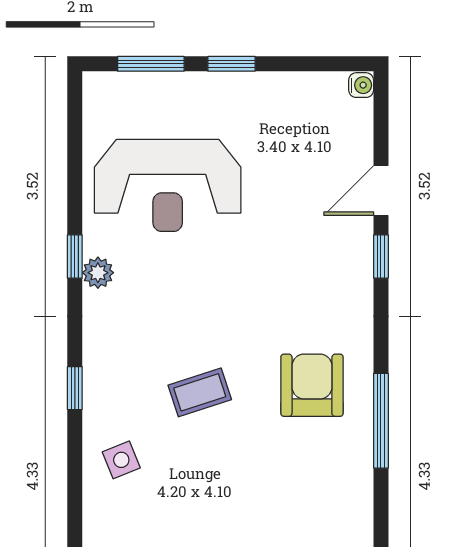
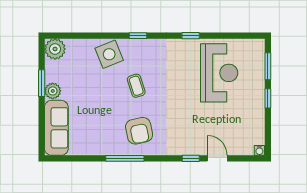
reception desk: (168, 185) -> (219, 73), turned 180
plant: (98, 273) -> (184, 45), removed
armchair: (312, 385) -> (139, 131), turned 78
side table: (121, 460) -> (109, 54), width x1.87, depth x1.87

